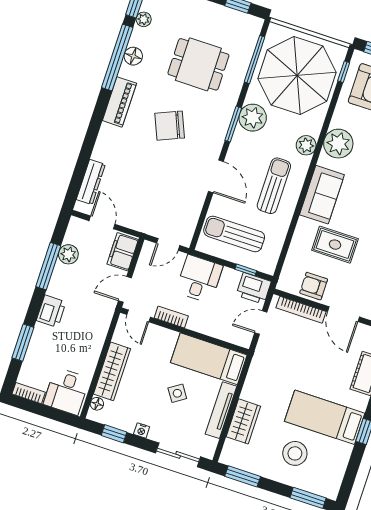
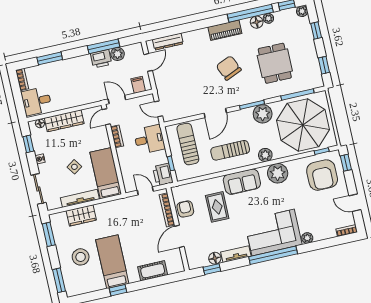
plant: (144, 19) -> (268, 18), moved
sun lounger: (274, 186) -> (230, 150), turned 180
filing cabinet: (123, 252) -> (138, 85), width x0.50
printer: (51, 311) -> (101, 59), moved

